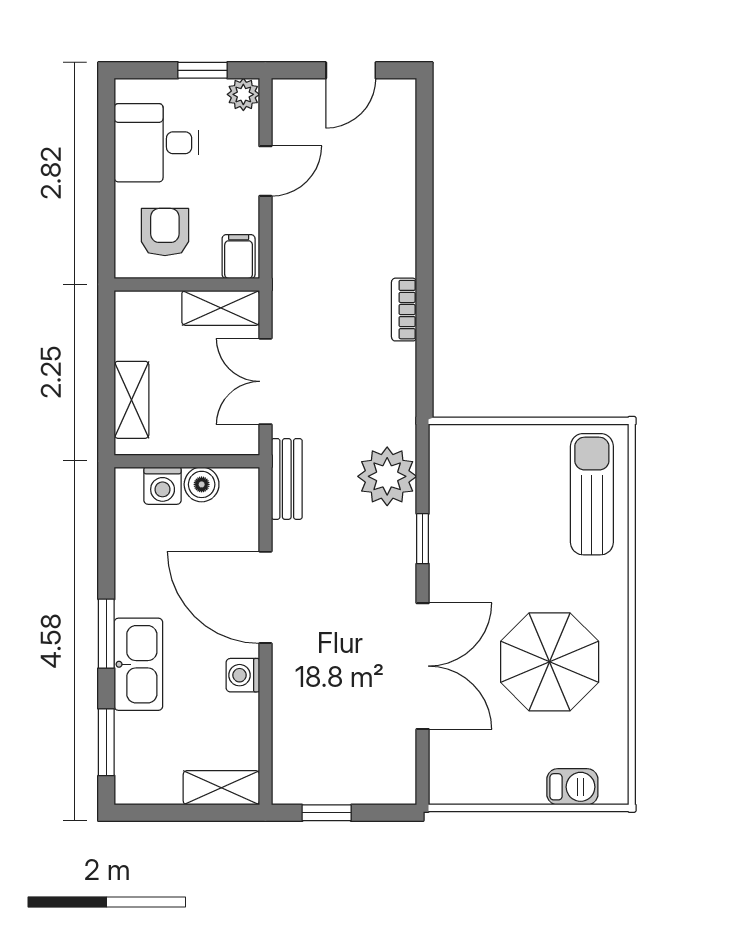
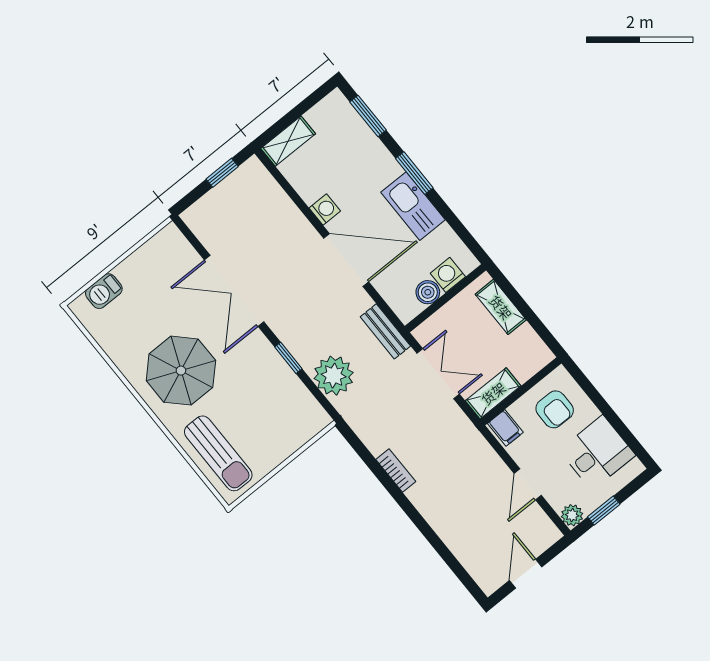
parasol: (550, 662) -> (181, 371), moved
kitchen sink: (138, 664) -> (413, 206), moved

